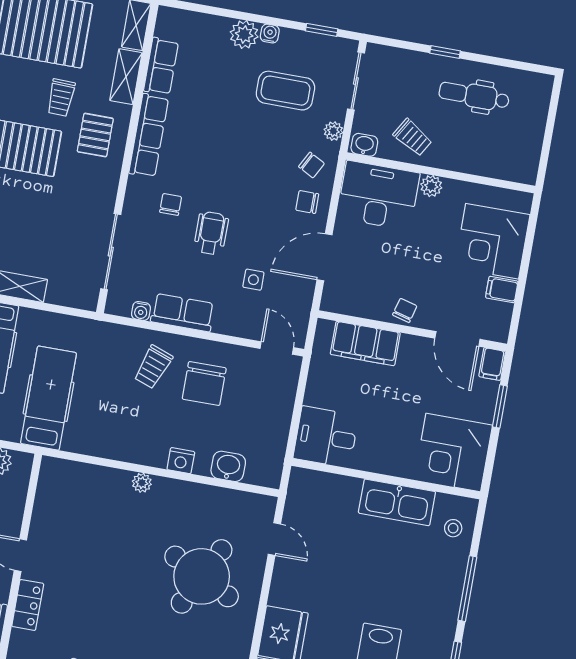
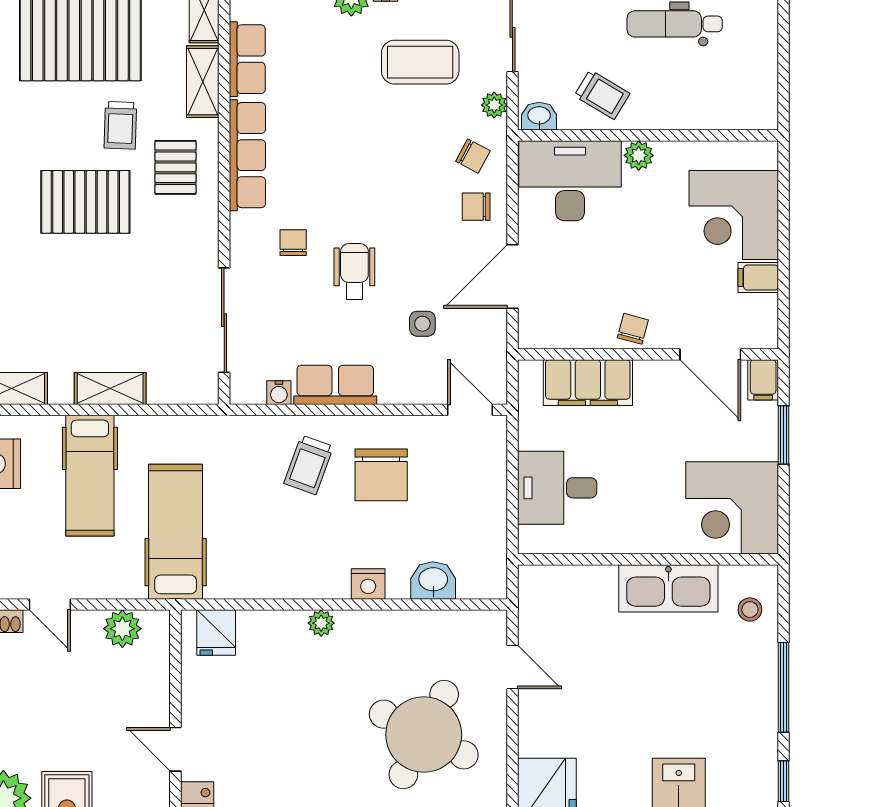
desk: (326, 437) -> (557, 488), moved
fridge: (65, 476) -> (216, 633), added

